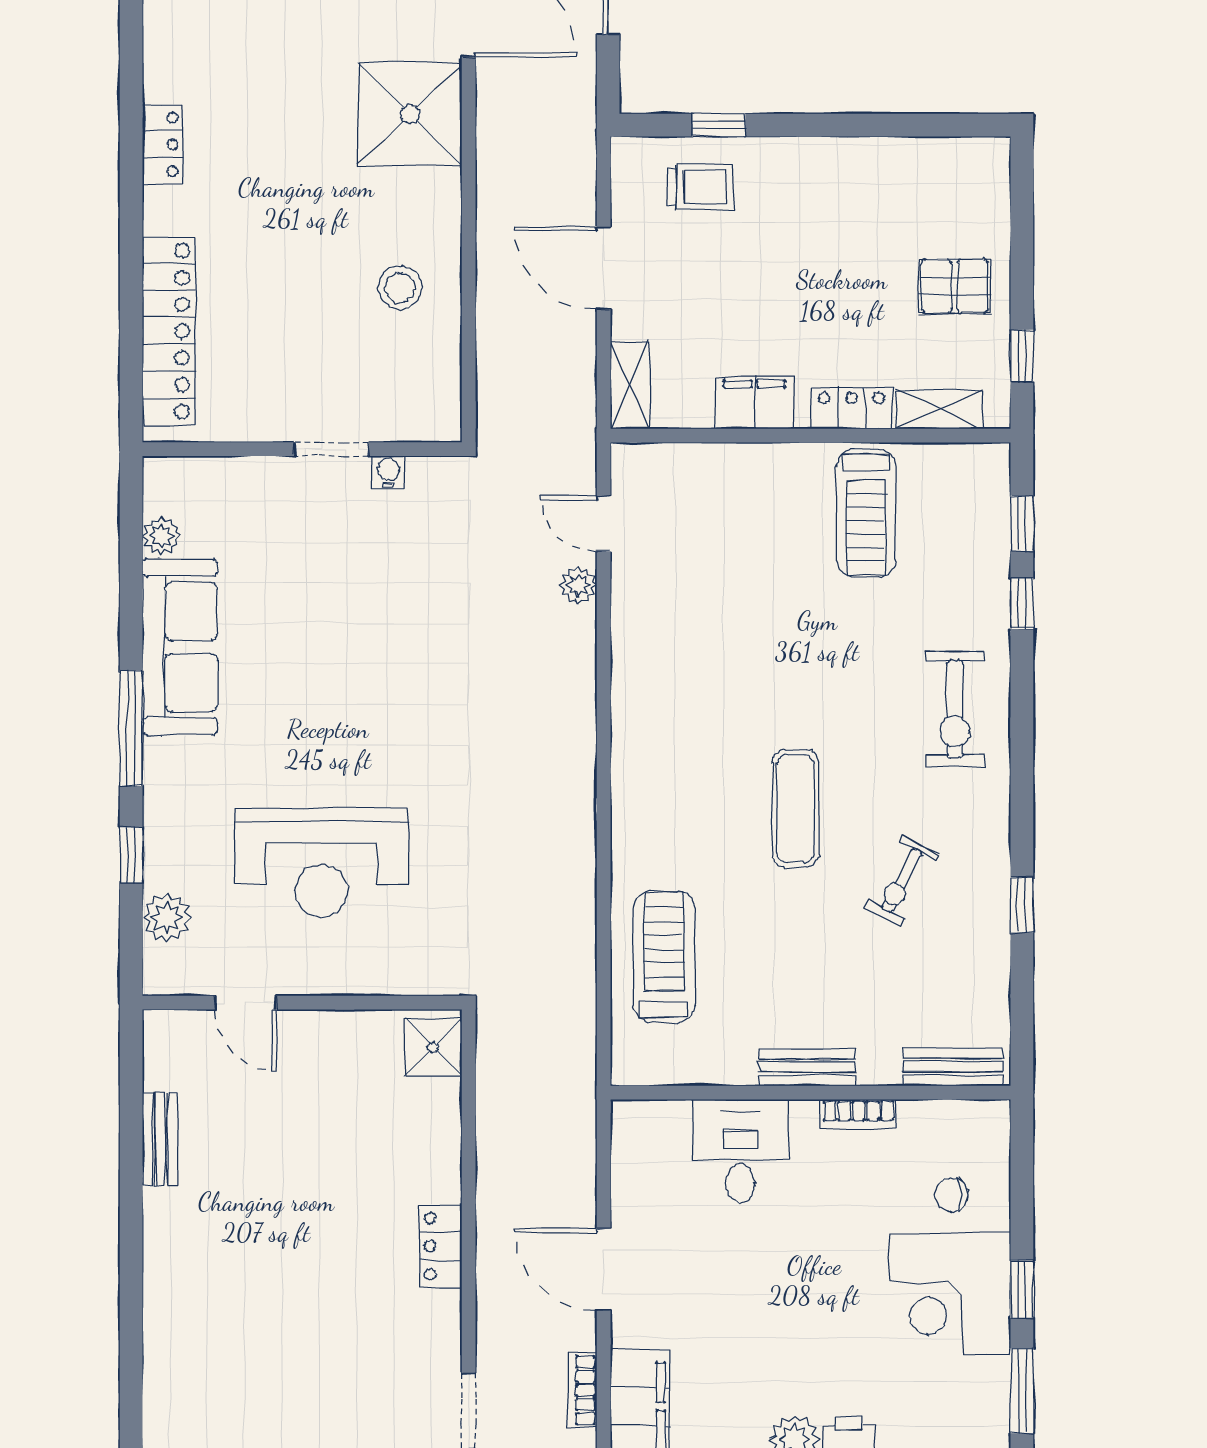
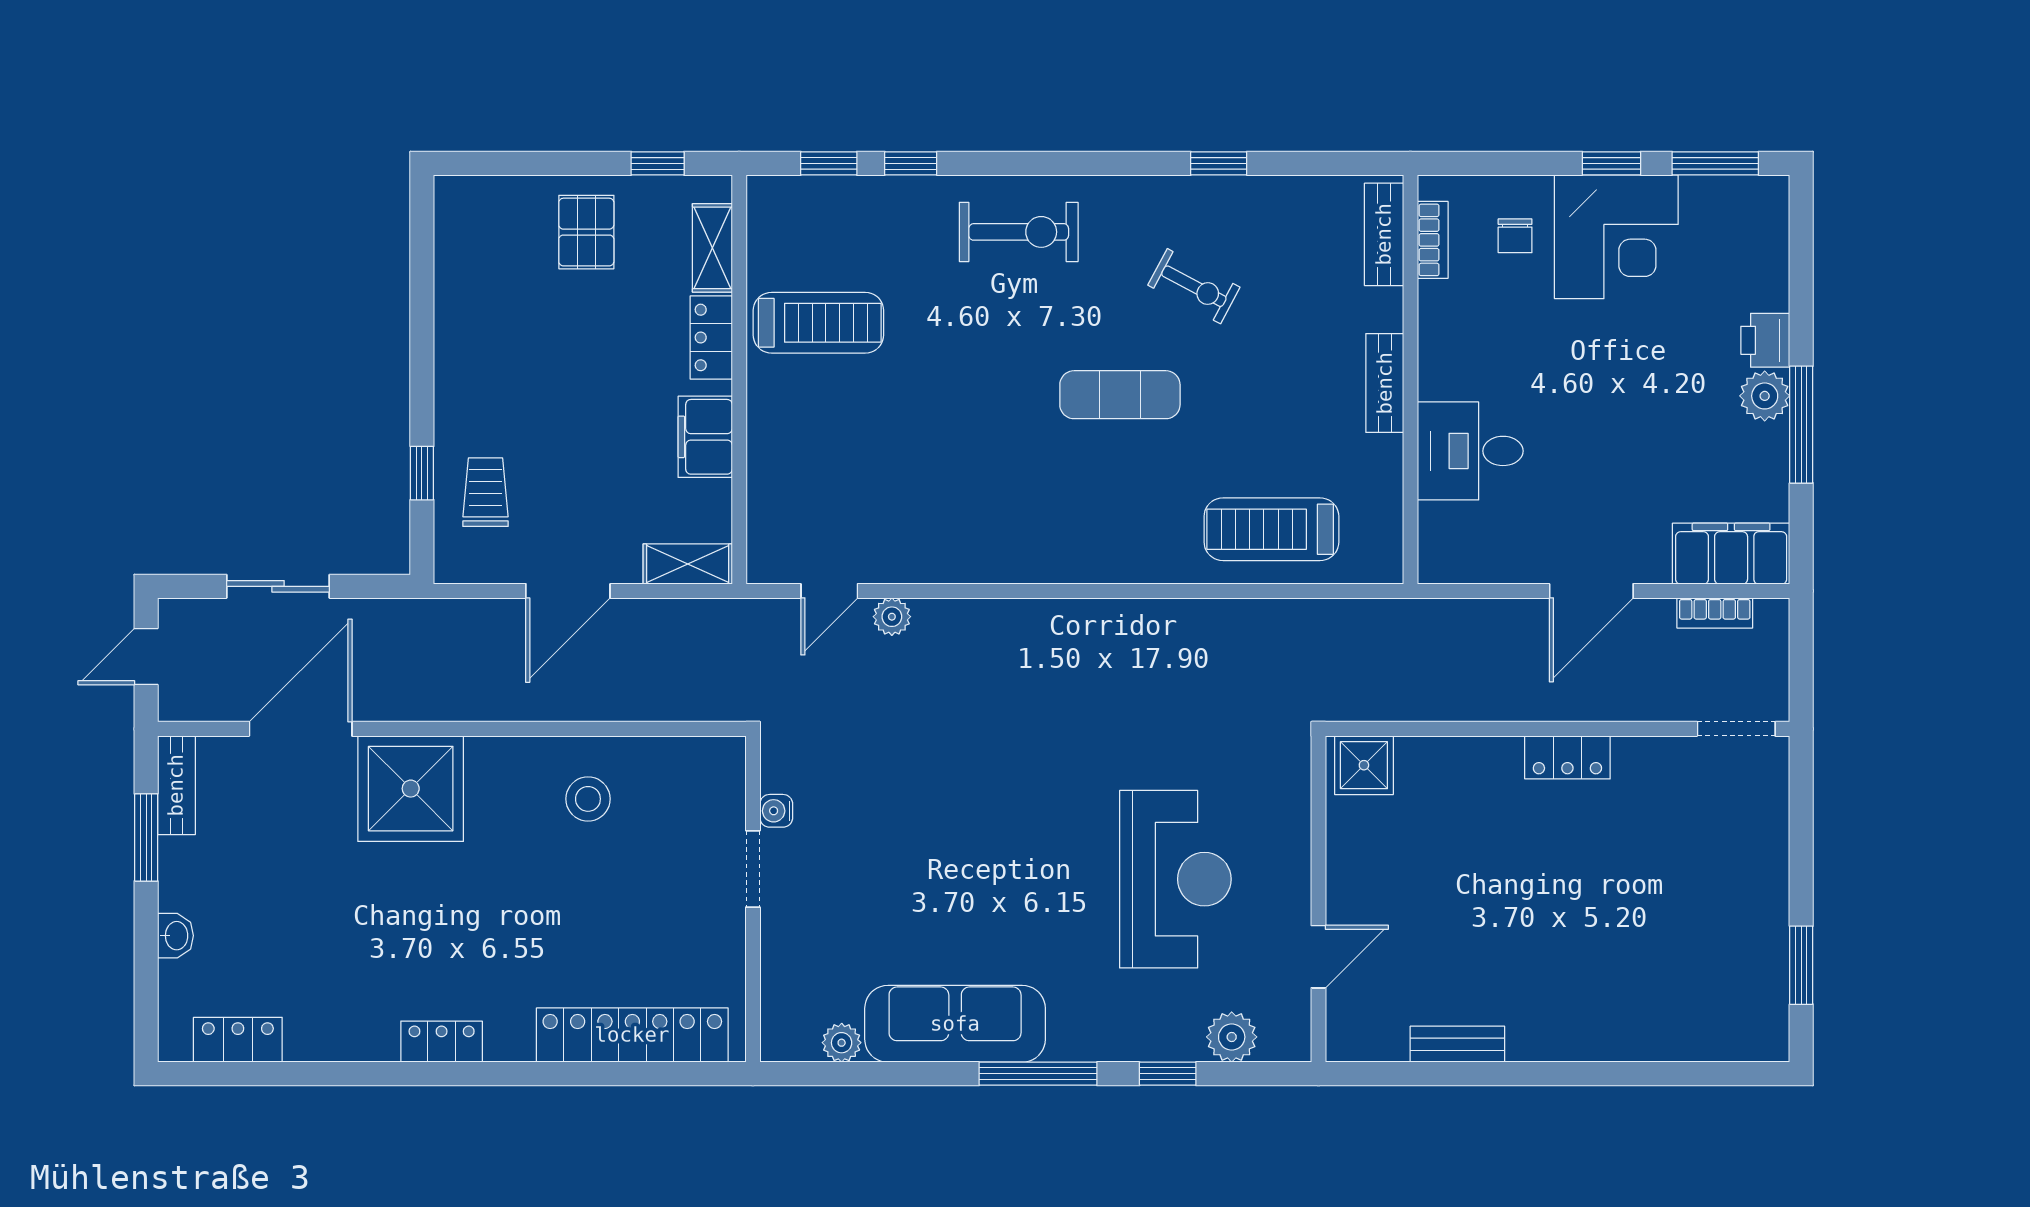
bookcase: (858, 1114) -> (1433, 240), moved

